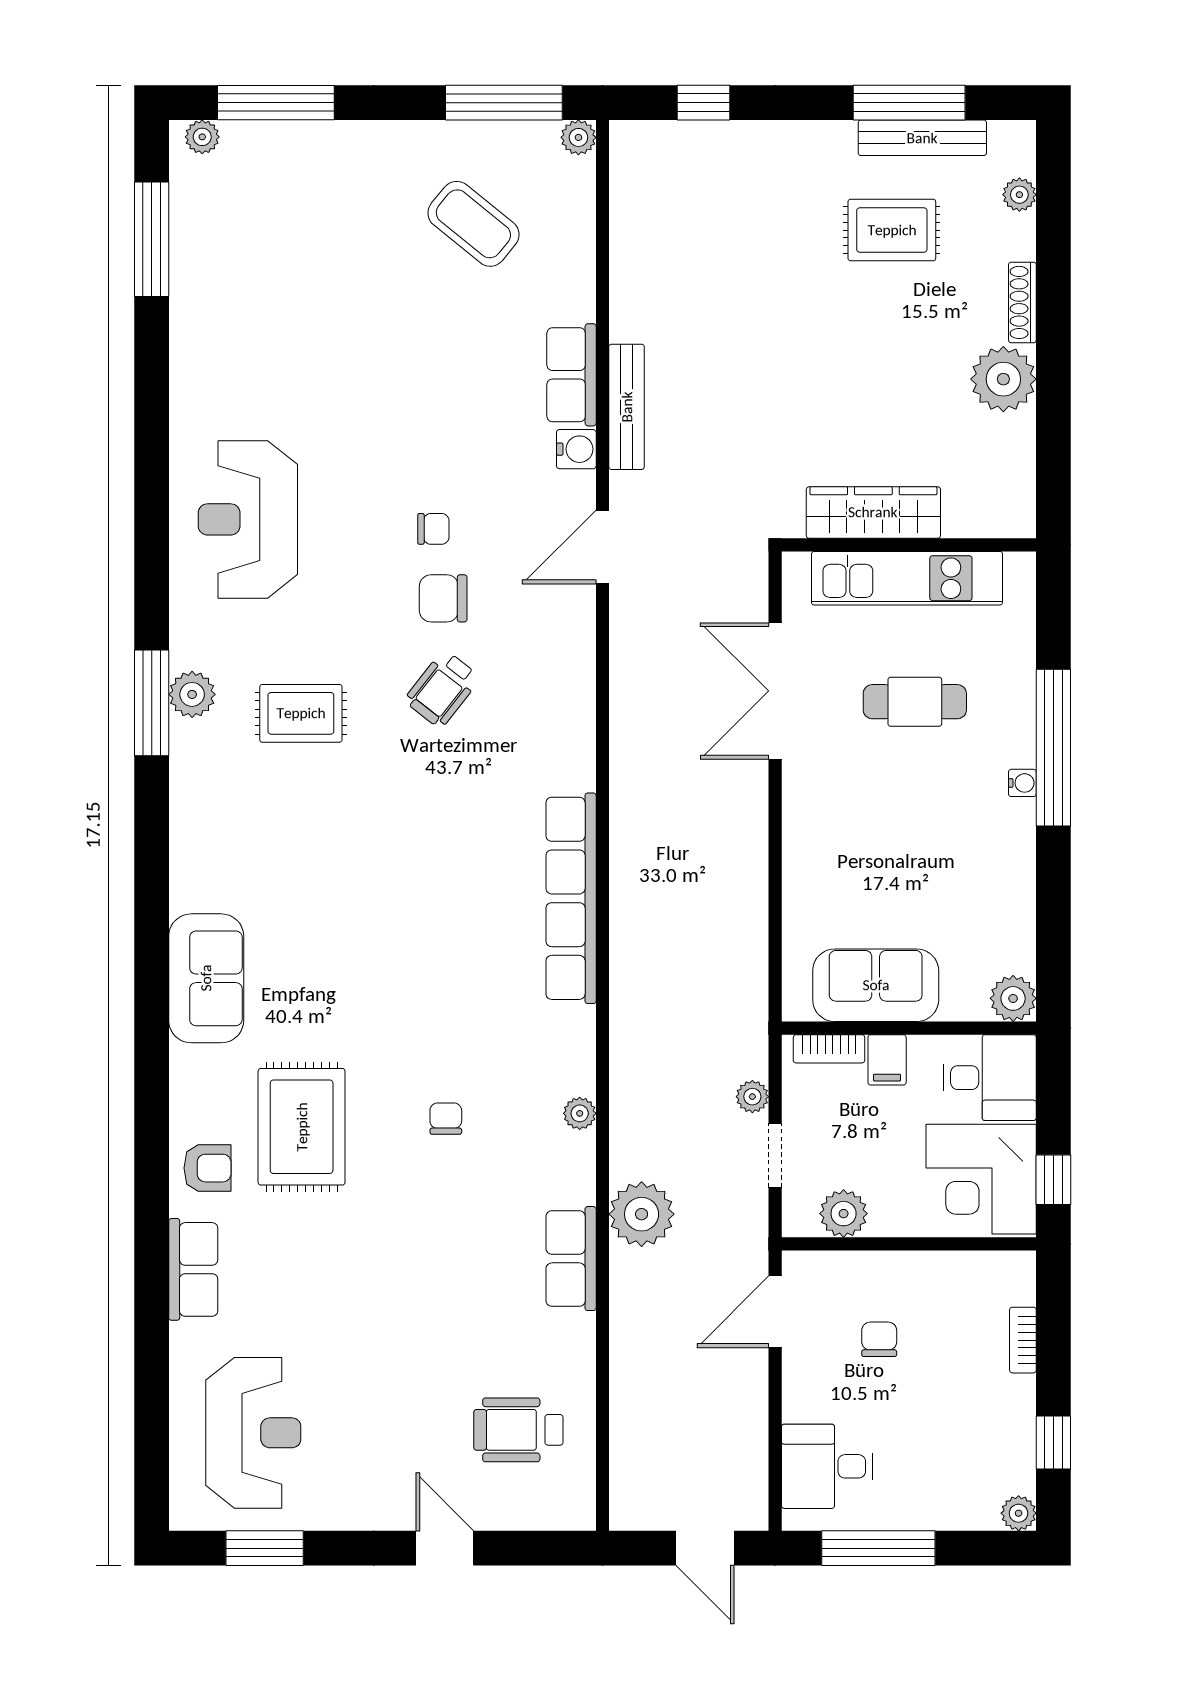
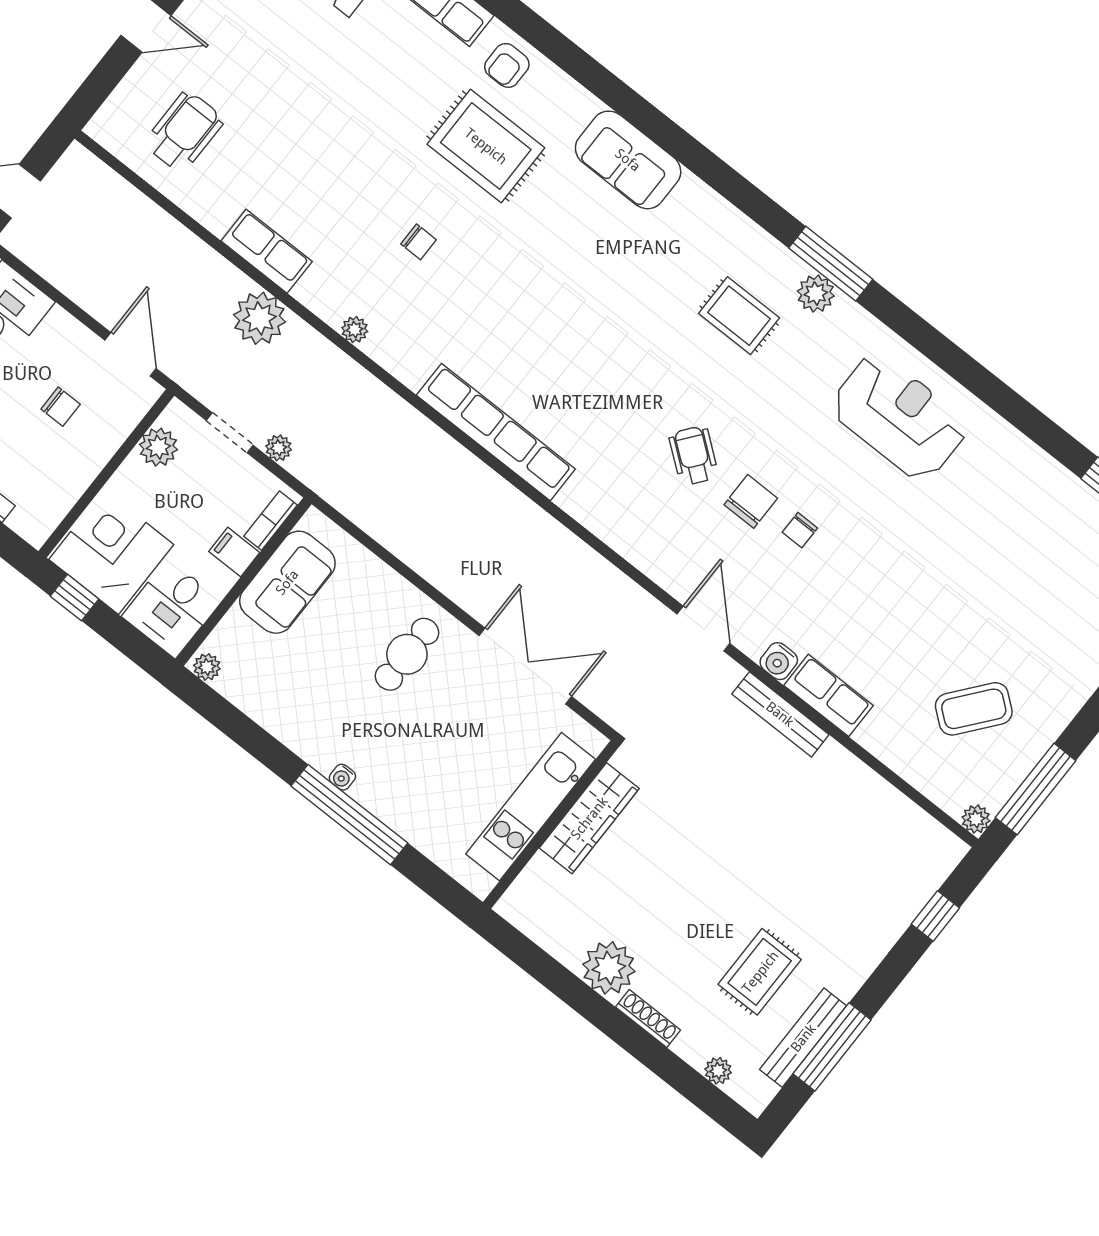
cafe table: (915, 702) -> (407, 654), moved
rug: (301, 713) -> (739, 316), moved, turned 90
plant: (1013, 998) -> (207, 667), width x0.73, depth x0.73

